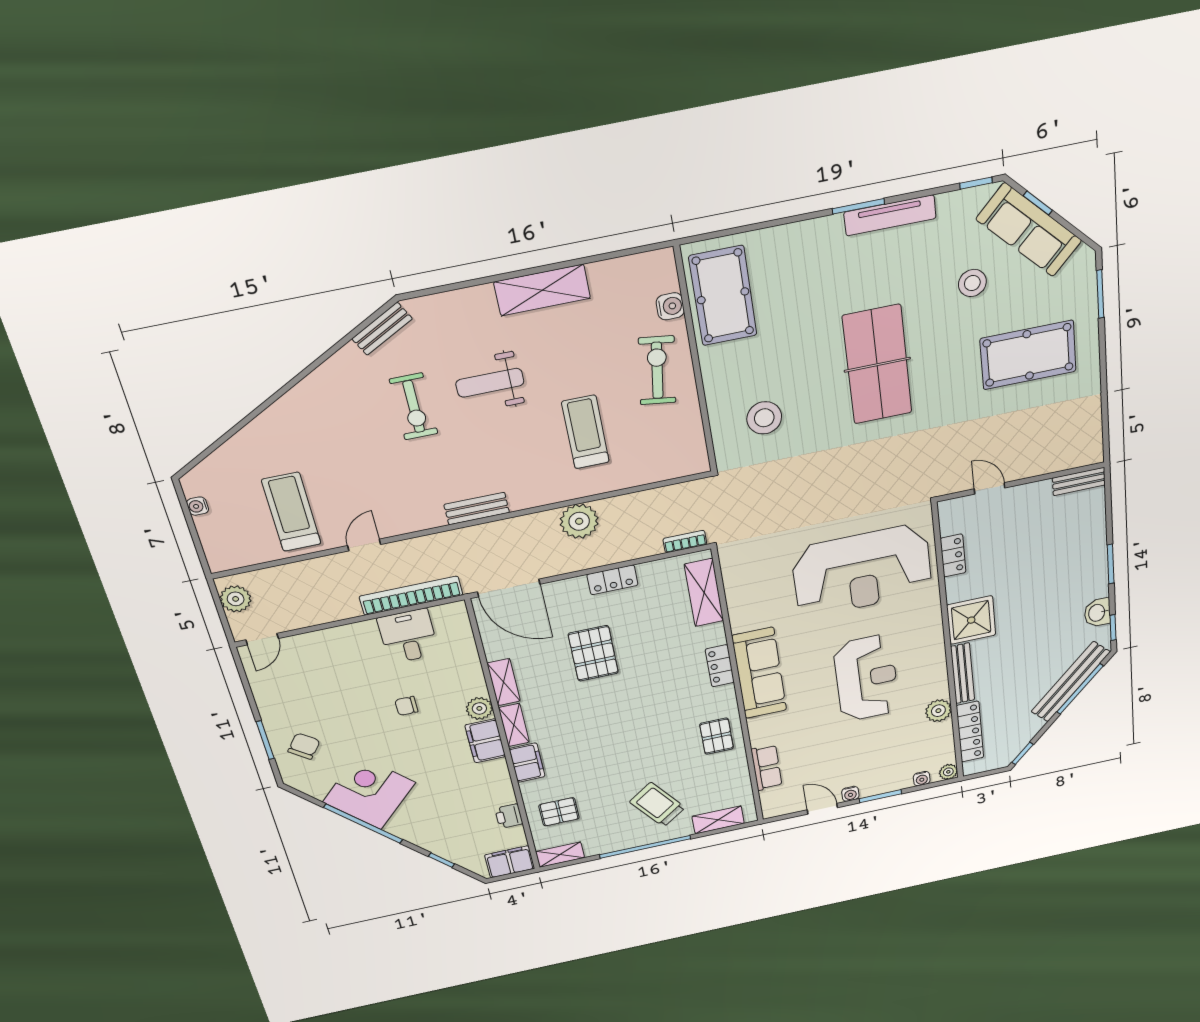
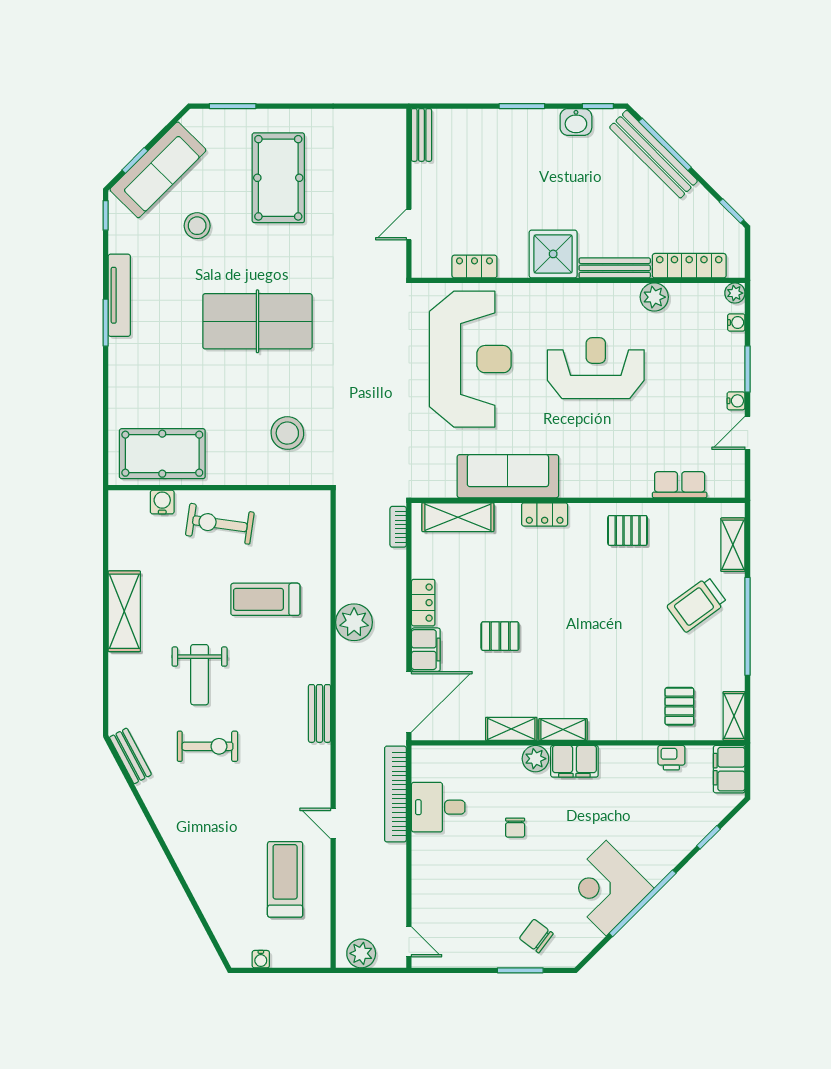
treadmill: (291, 512) -> (285, 879), turned 90
pallet: (593, 653) -> (500, 636), width x0.67, depth x0.71
sofa: (759, 673) -> (508, 476), moved
filing cabinet: (527, 763) -> (426, 650), moved, turned 90

